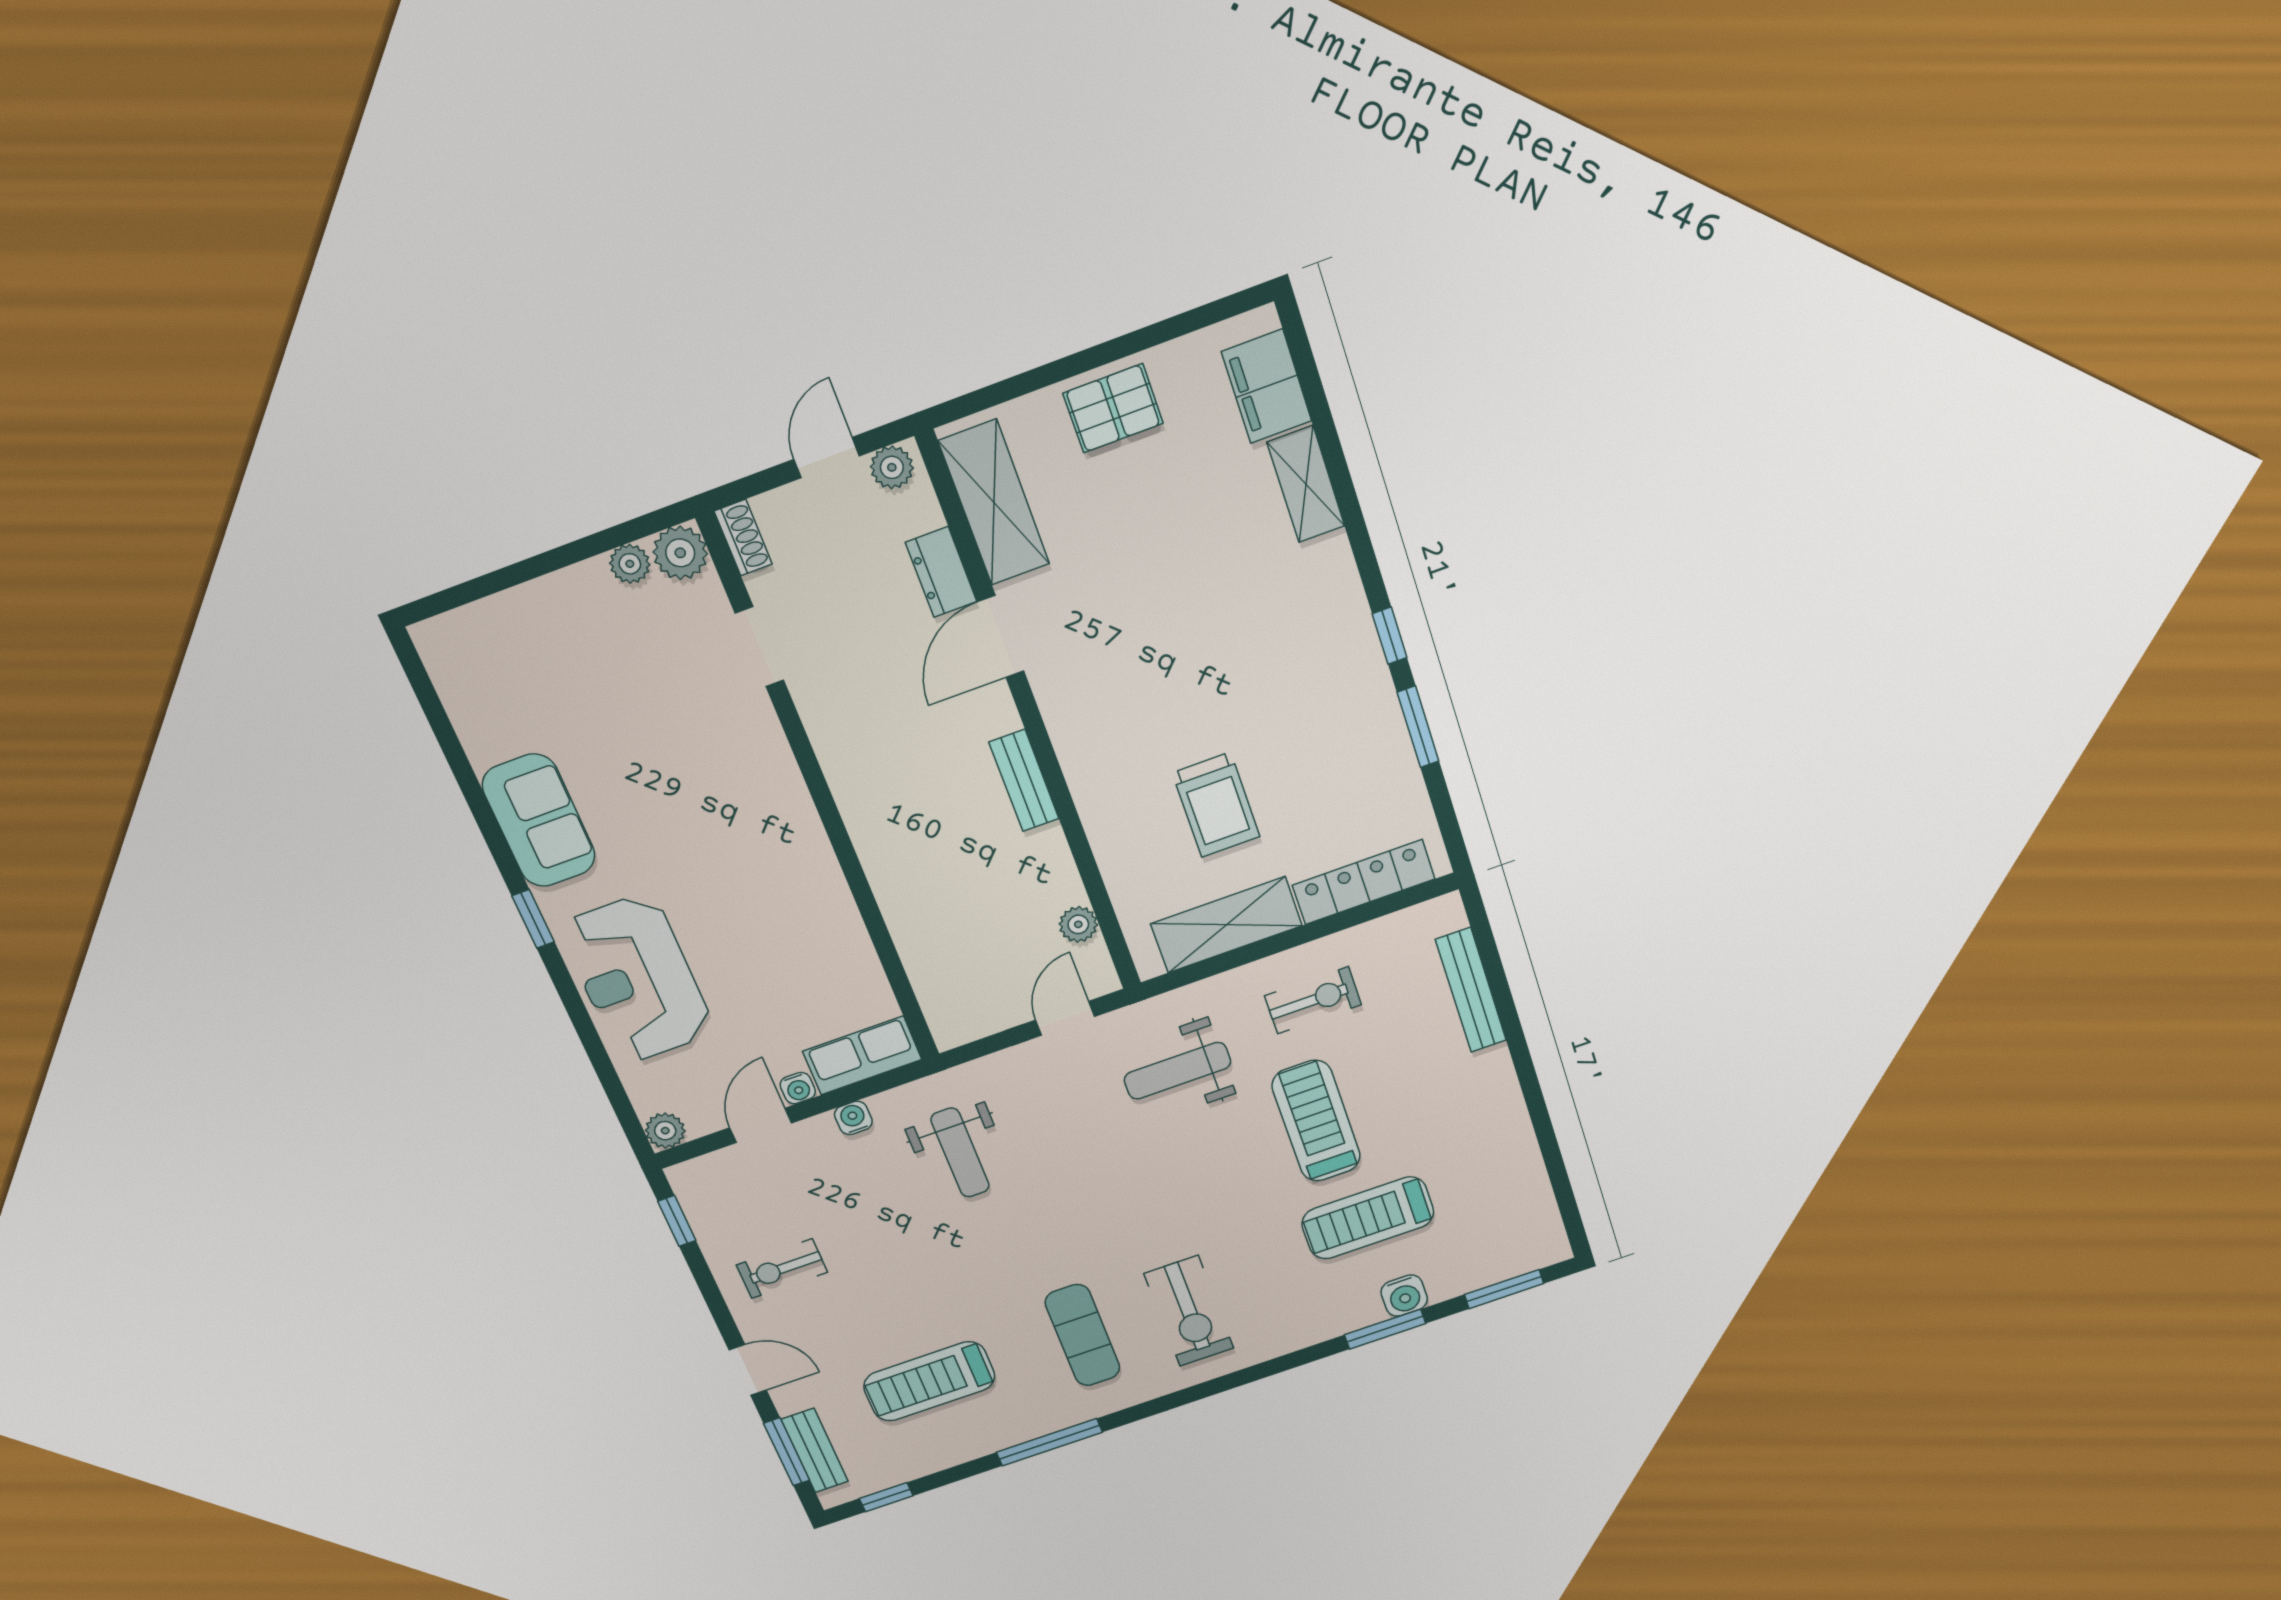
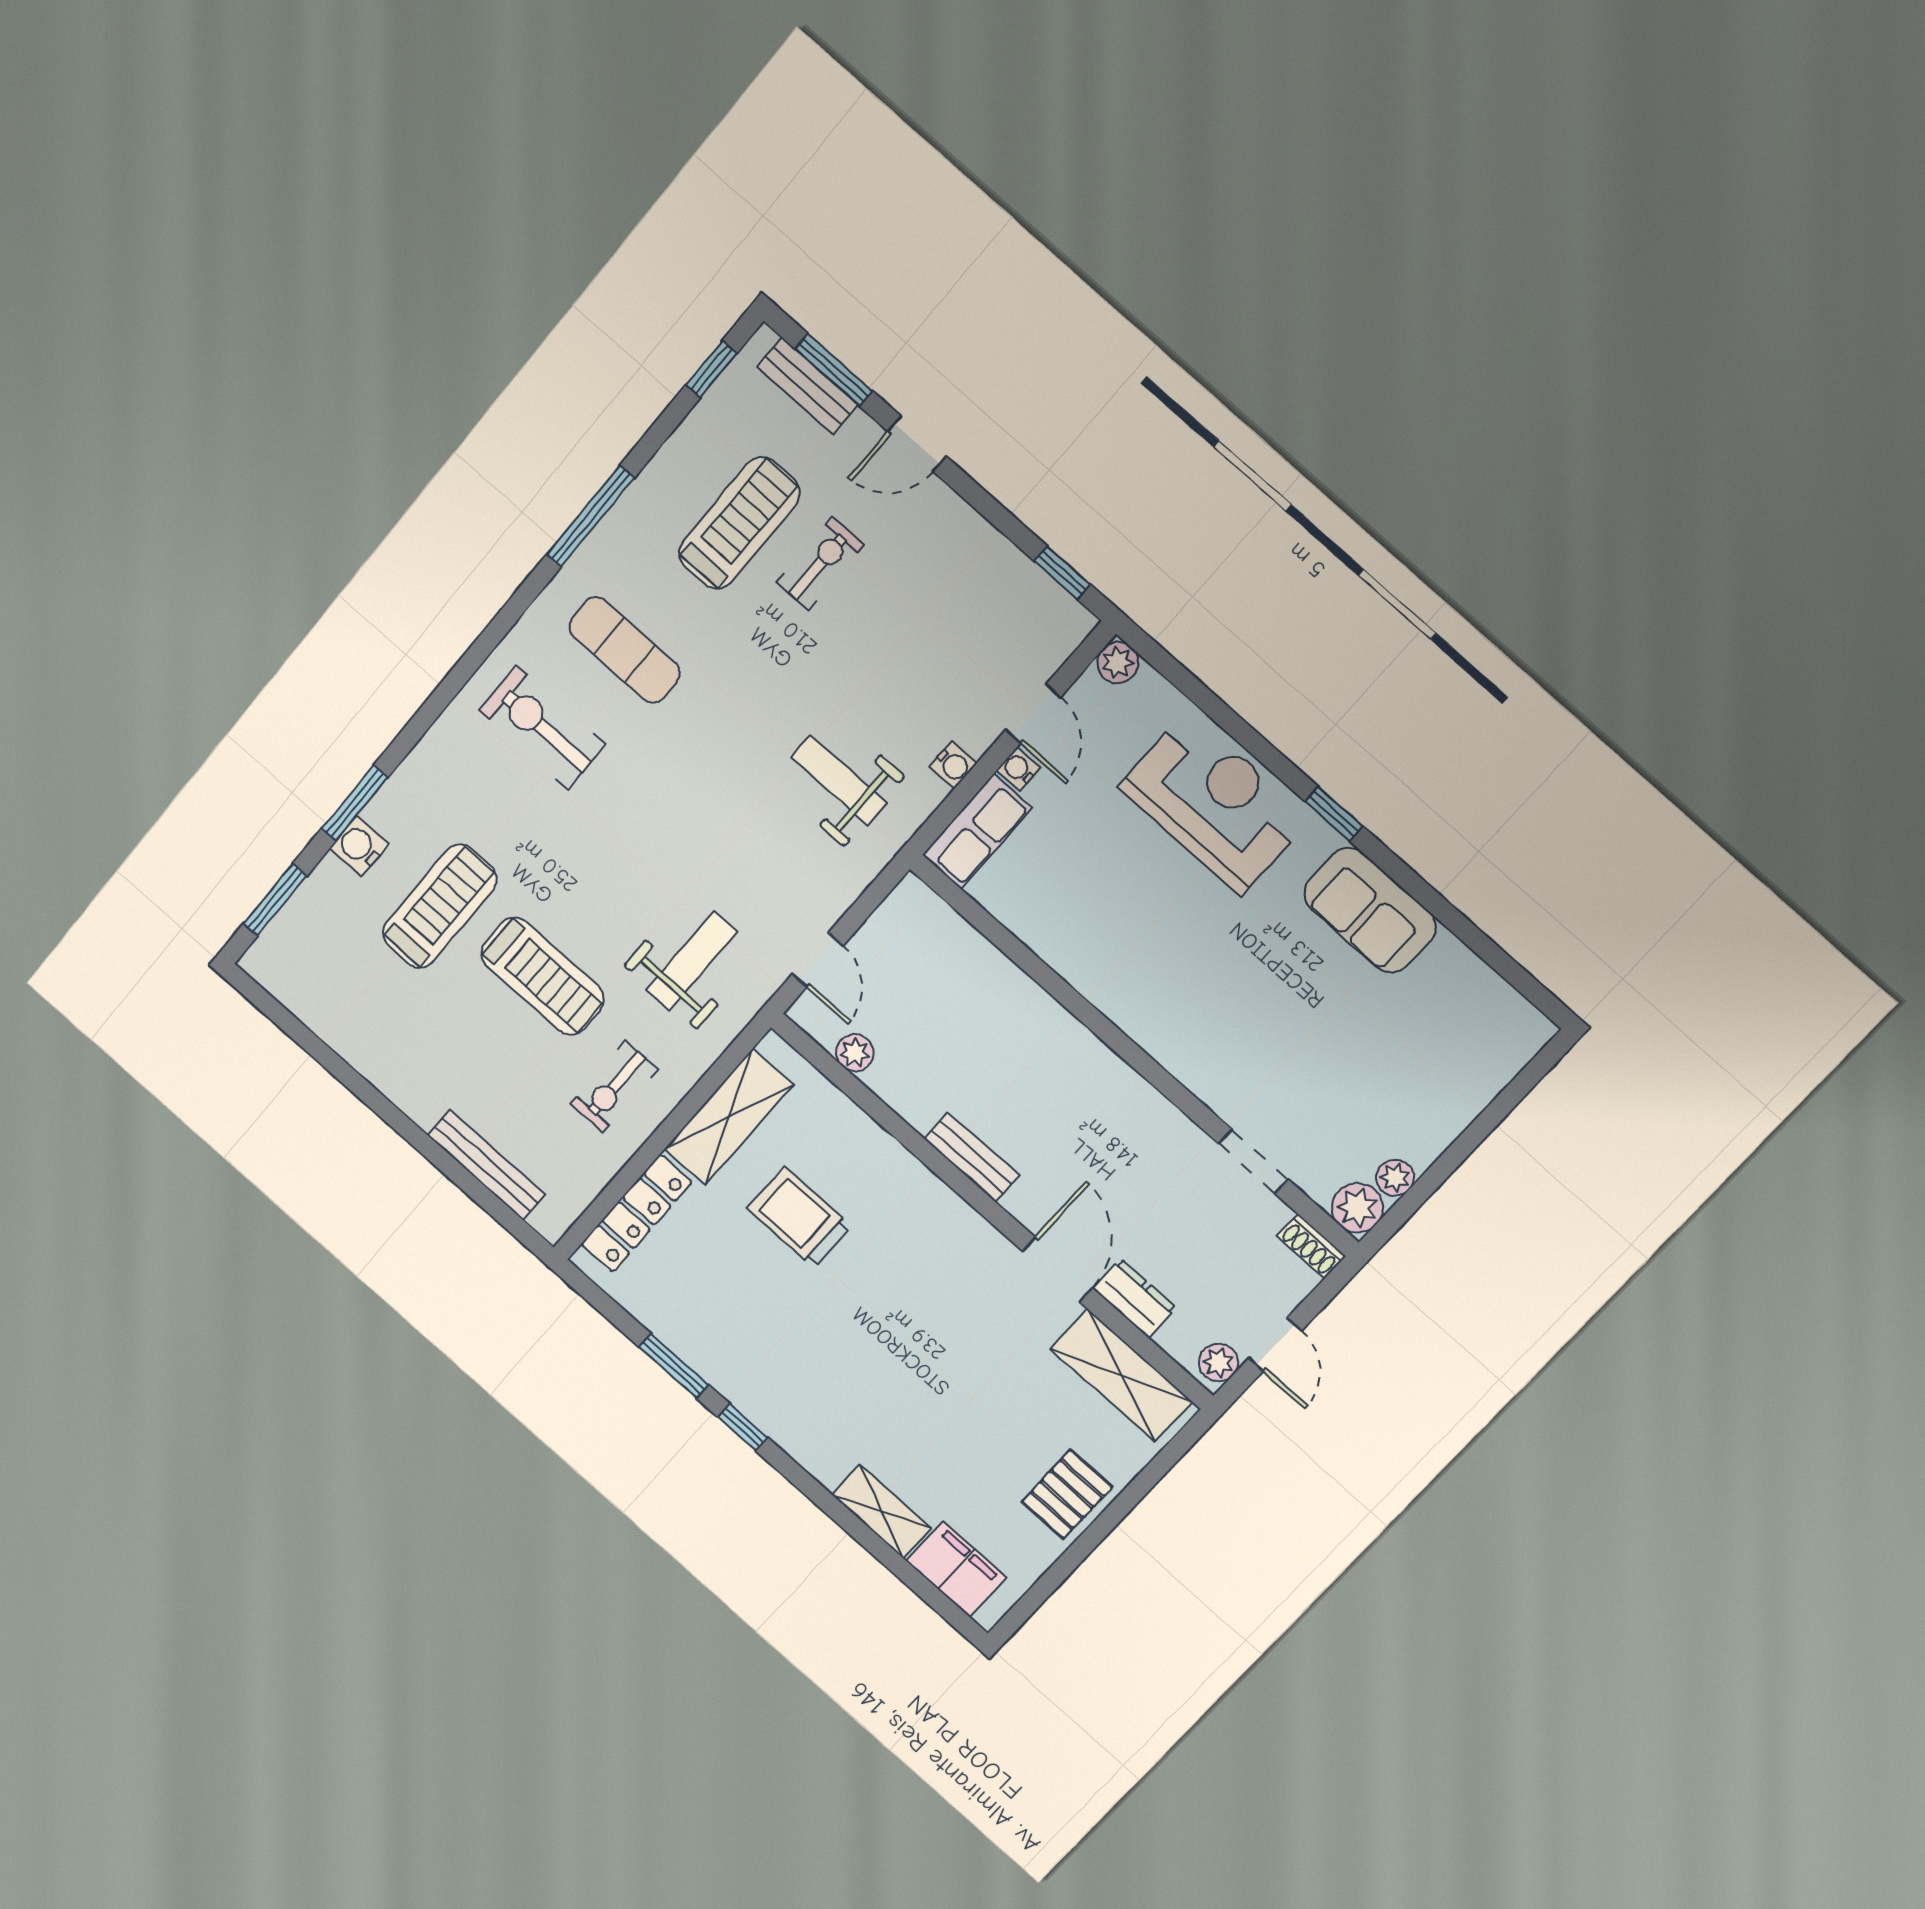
exercise bike: (782, 1269) -> (820, 564), moved

